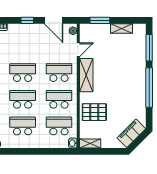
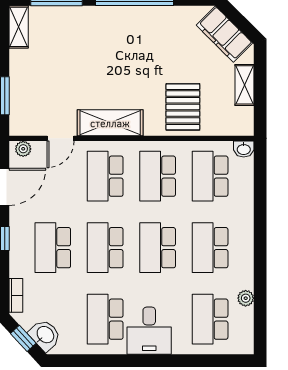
shelving: (122, 28) -> (19, 27), moved
school desk: (23, 46) -> (53, 248), added
door: (78, 50) -> (60, 138), swing flipped
shelving: (90, 144) -> (244, 85), moved

